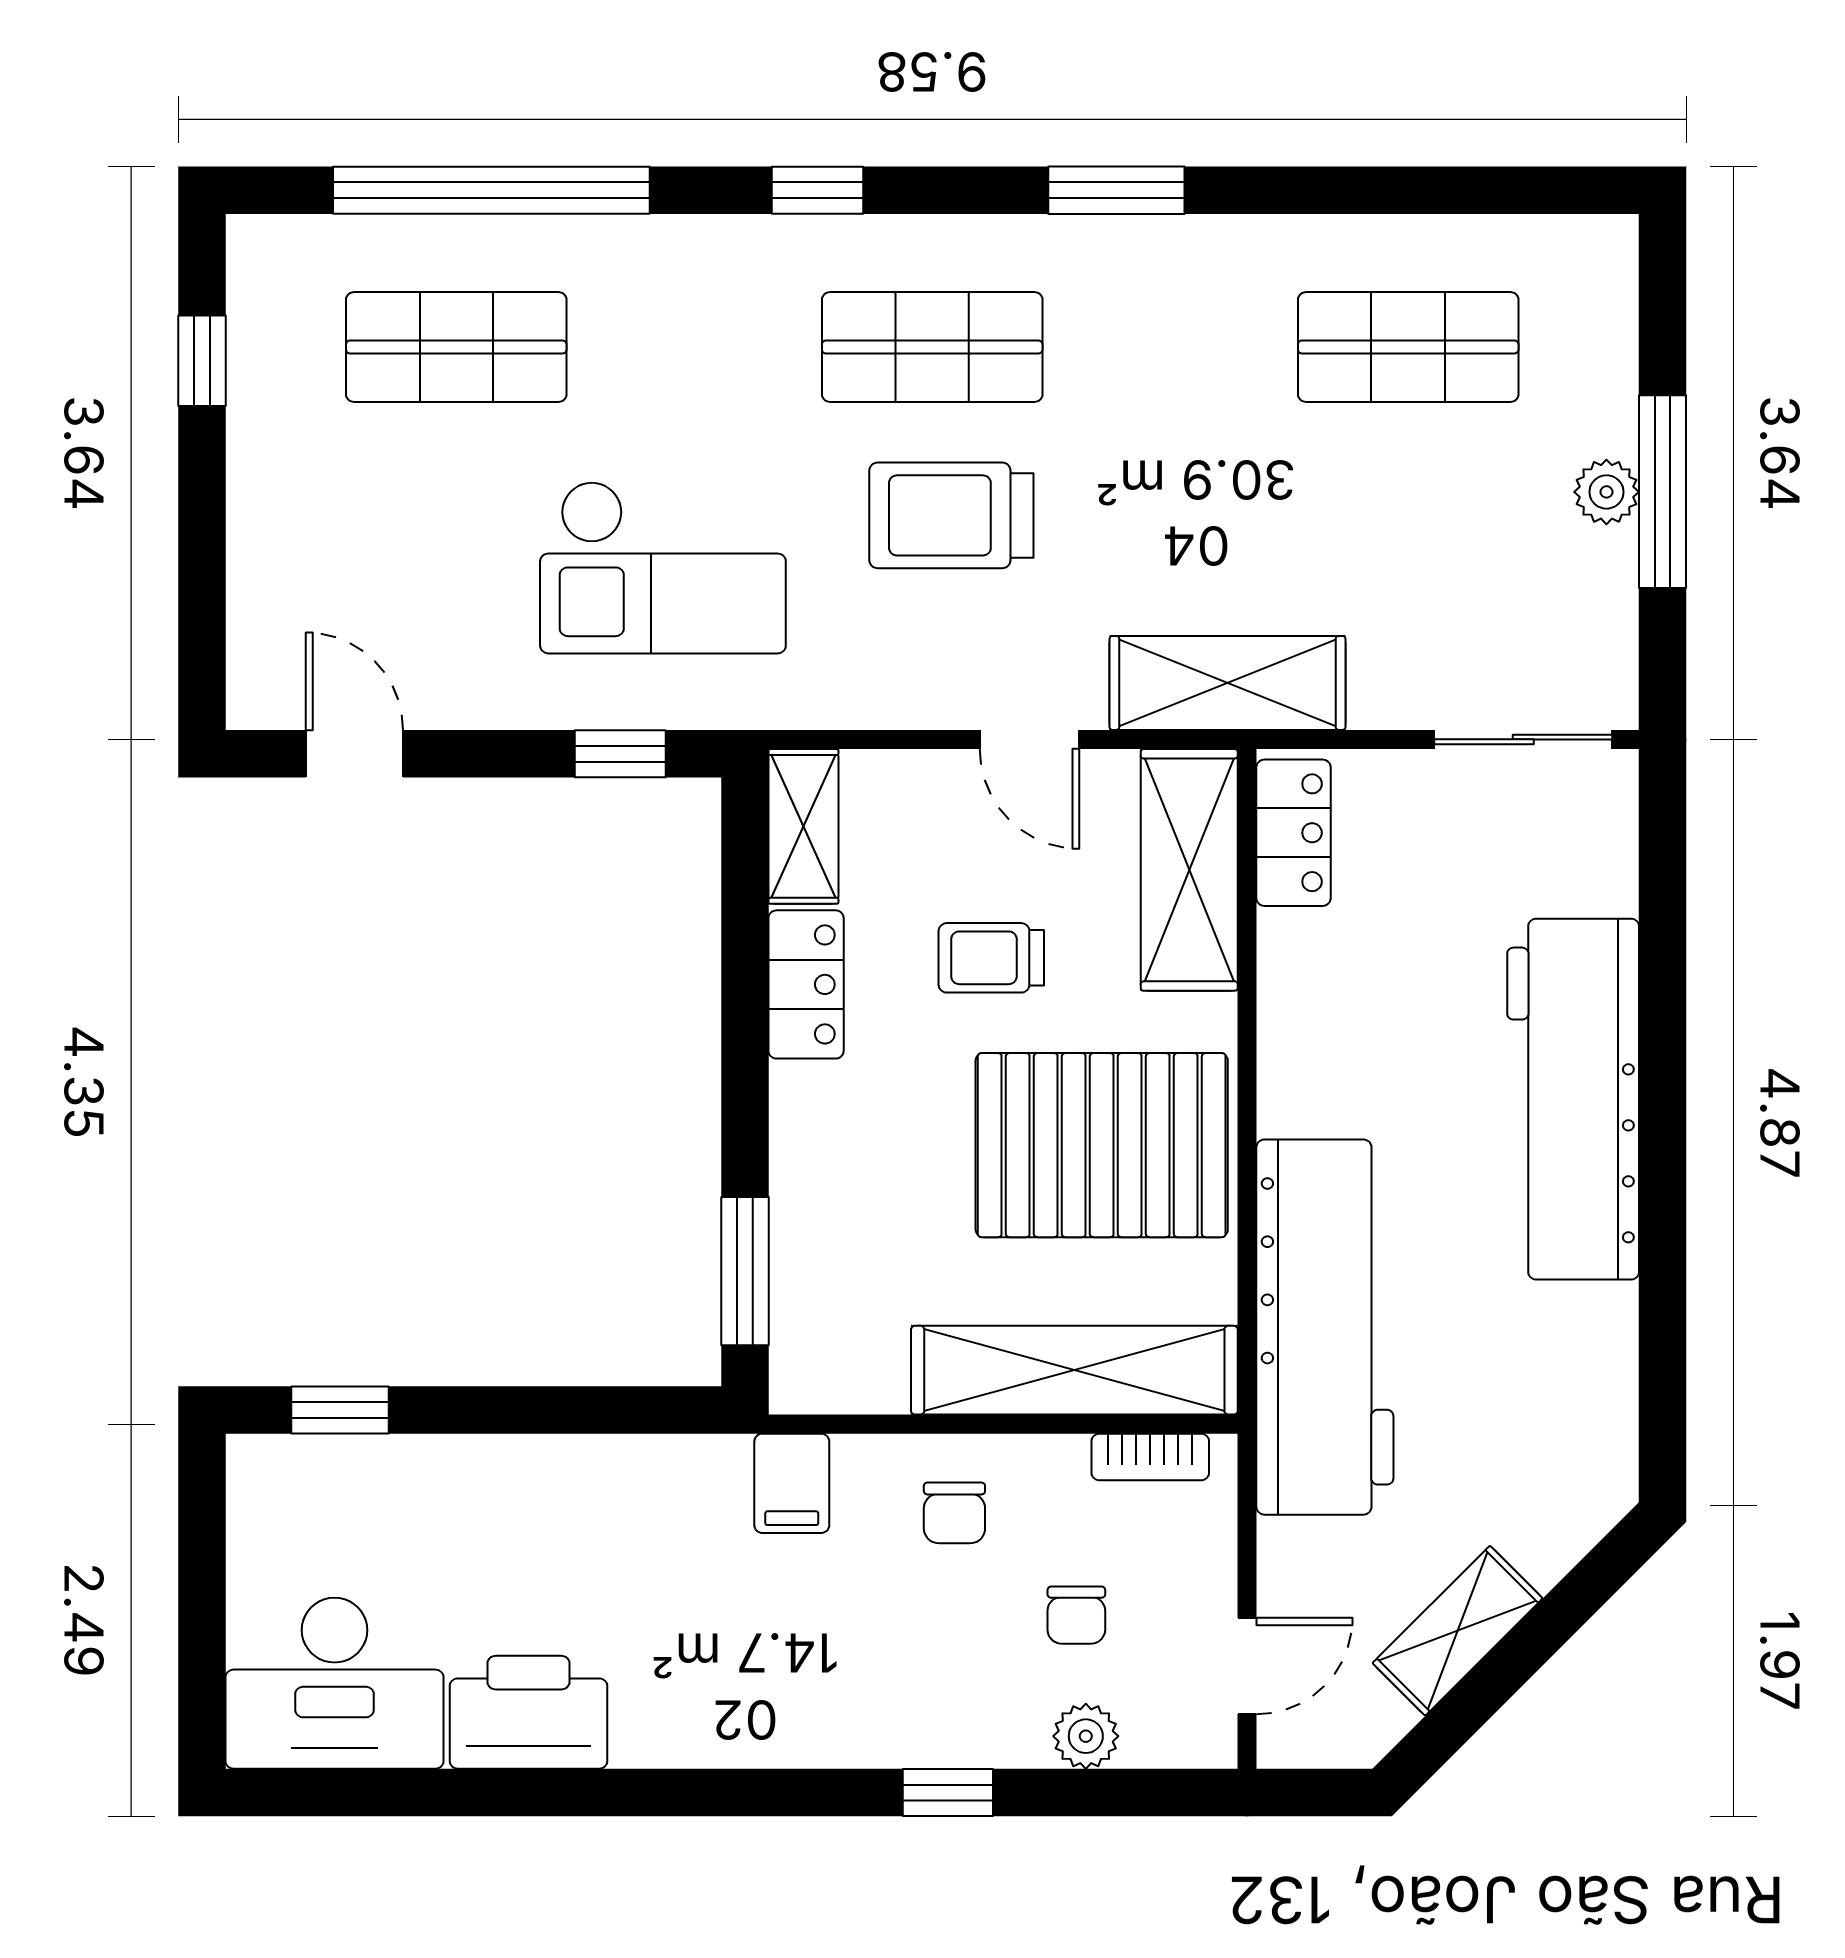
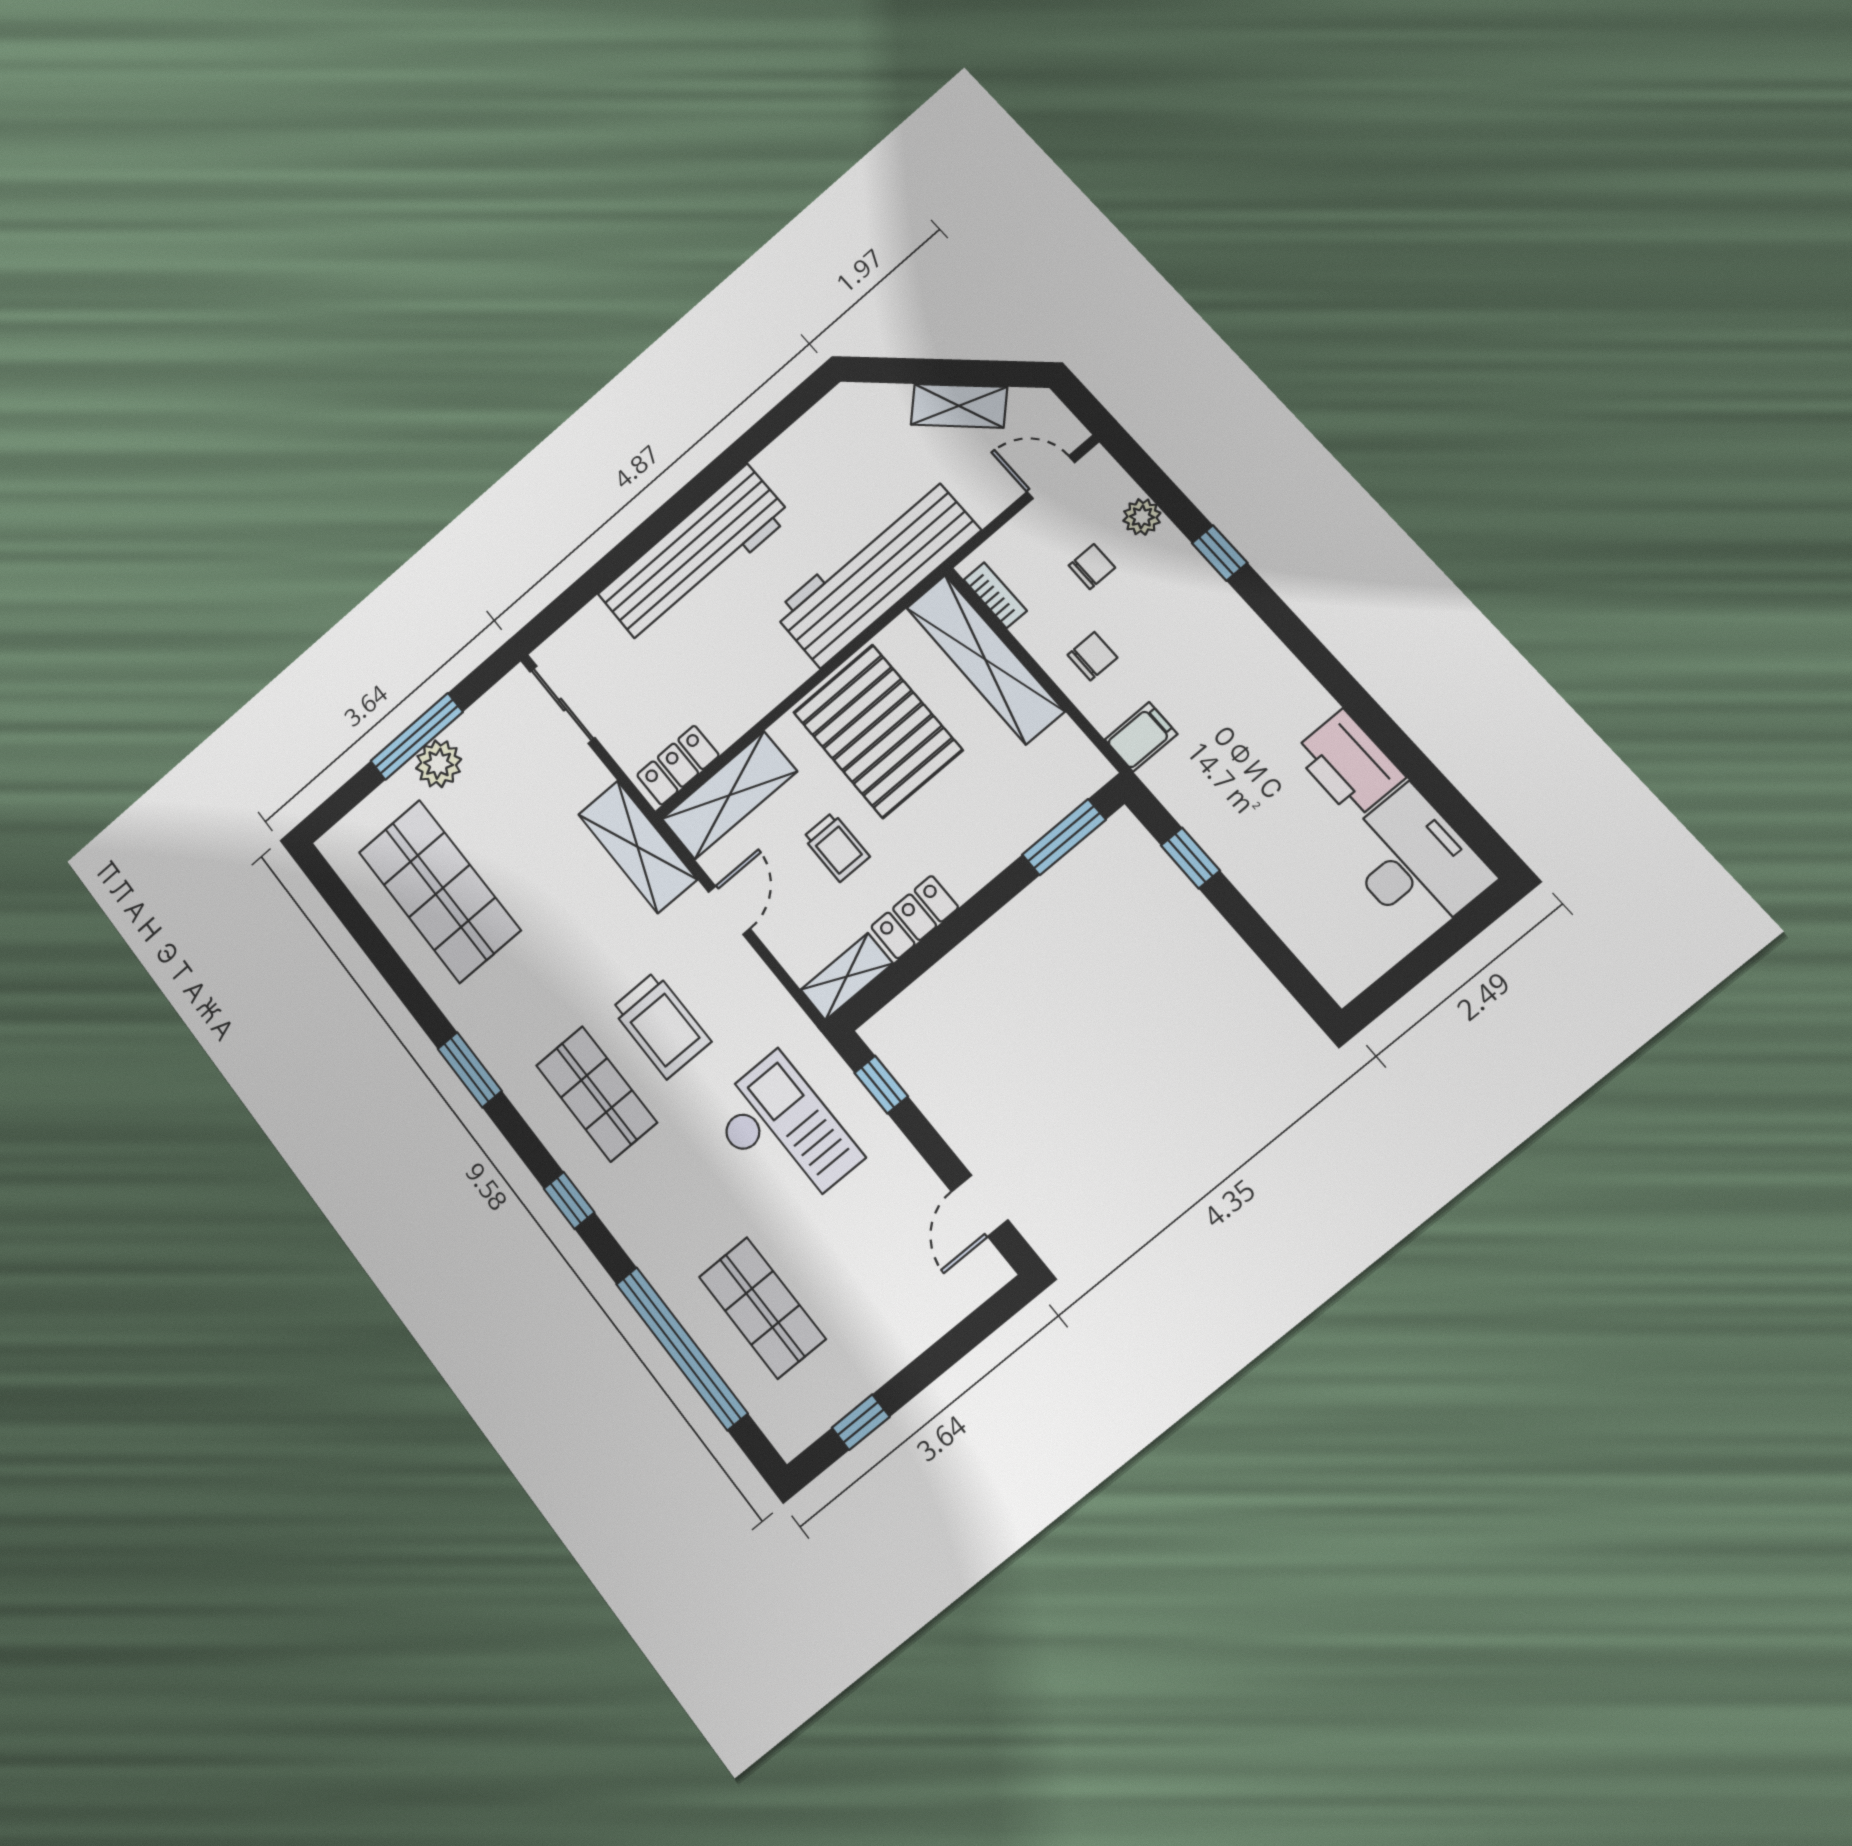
shop shelf: (1408, 347) -> (439, 891), width x1.43, depth x1.36
plant: (1606, 492) -> (439, 764), width x1.38, depth x1.38
window: (340, 1410) -> (1190, 858), moved

